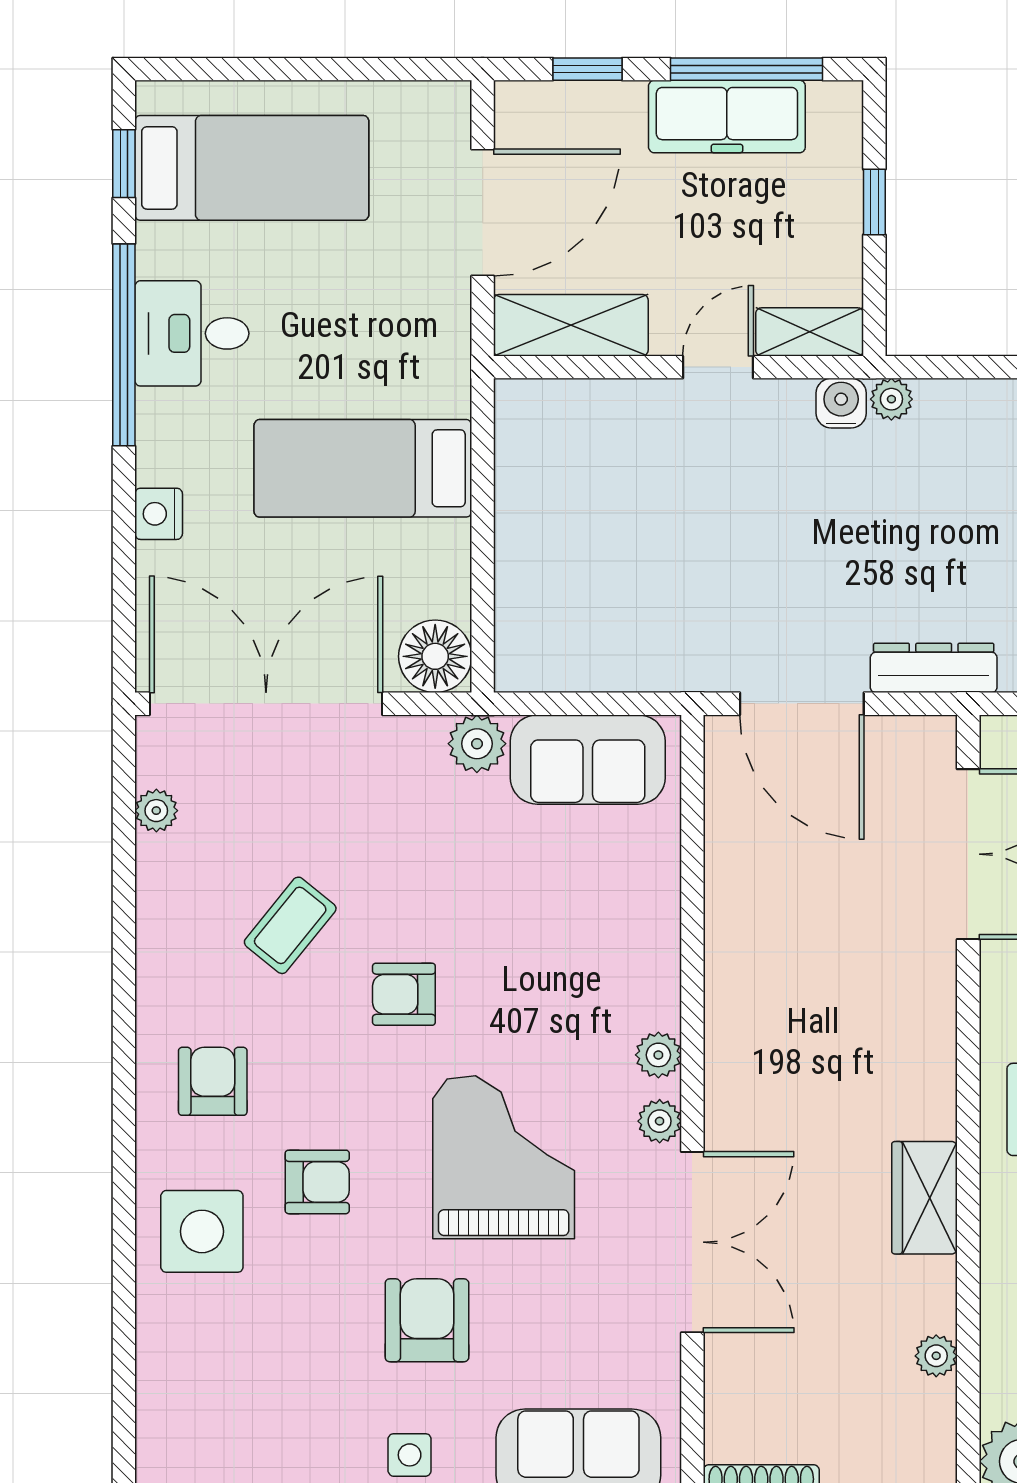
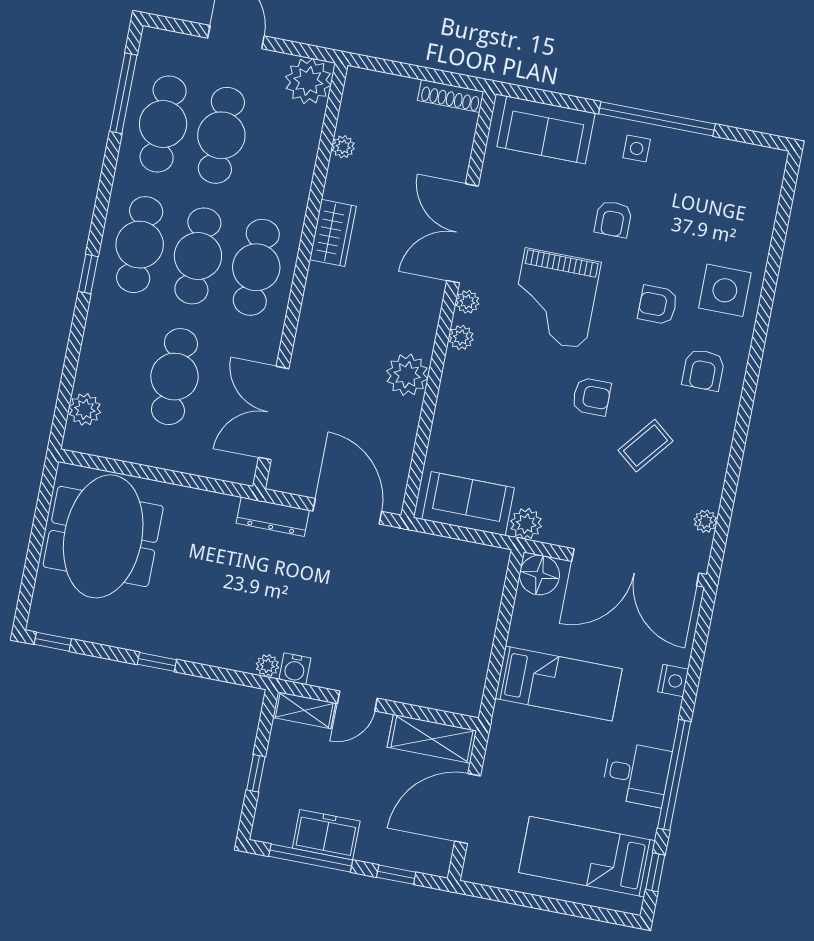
freezer: (727, 116) -> (326, 835), width x0.71
plant: (742, 969) -> (407, 375), added
armchair: (427, 1320) -> (613, 219), width x0.72, depth x0.72

